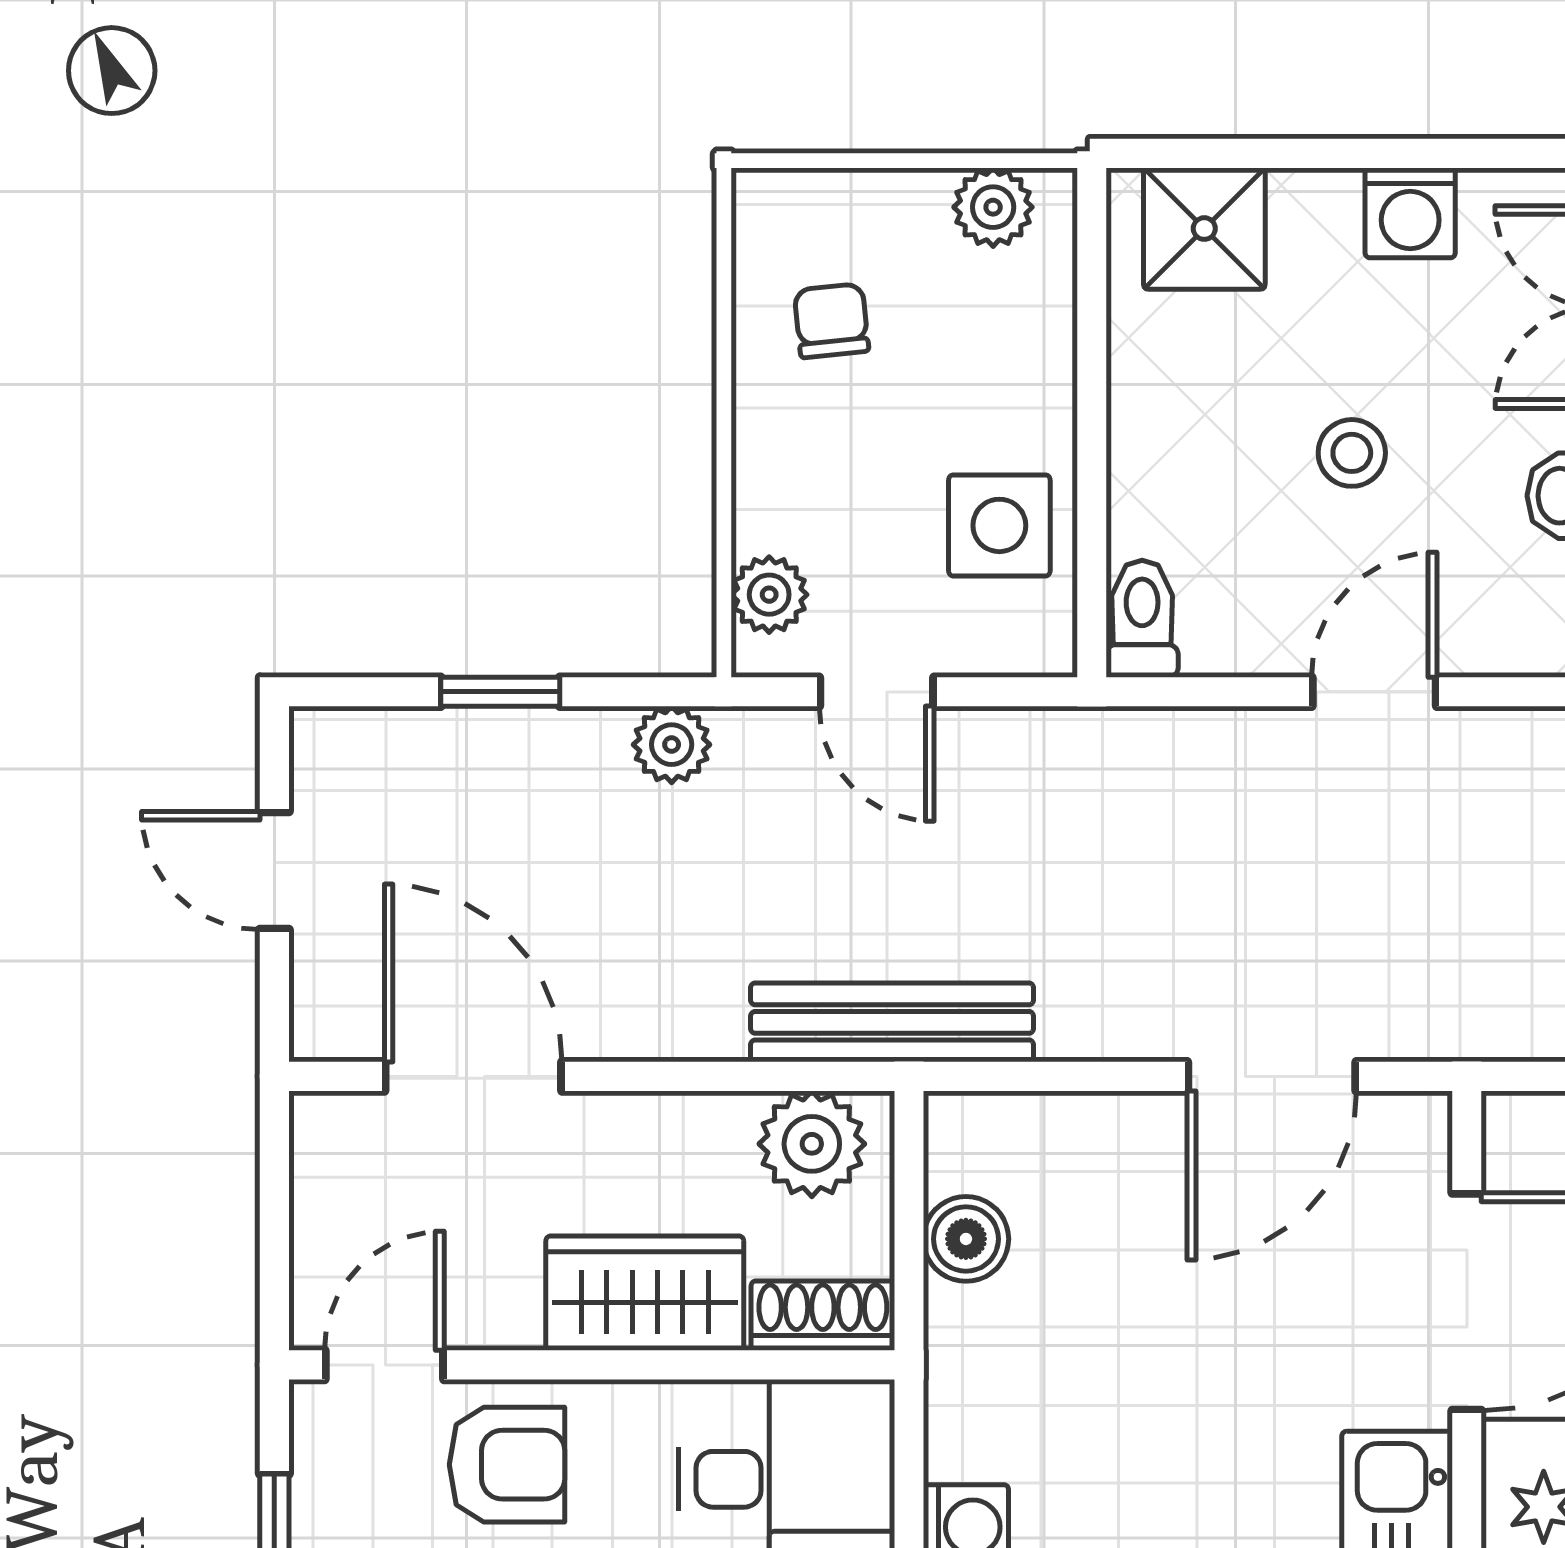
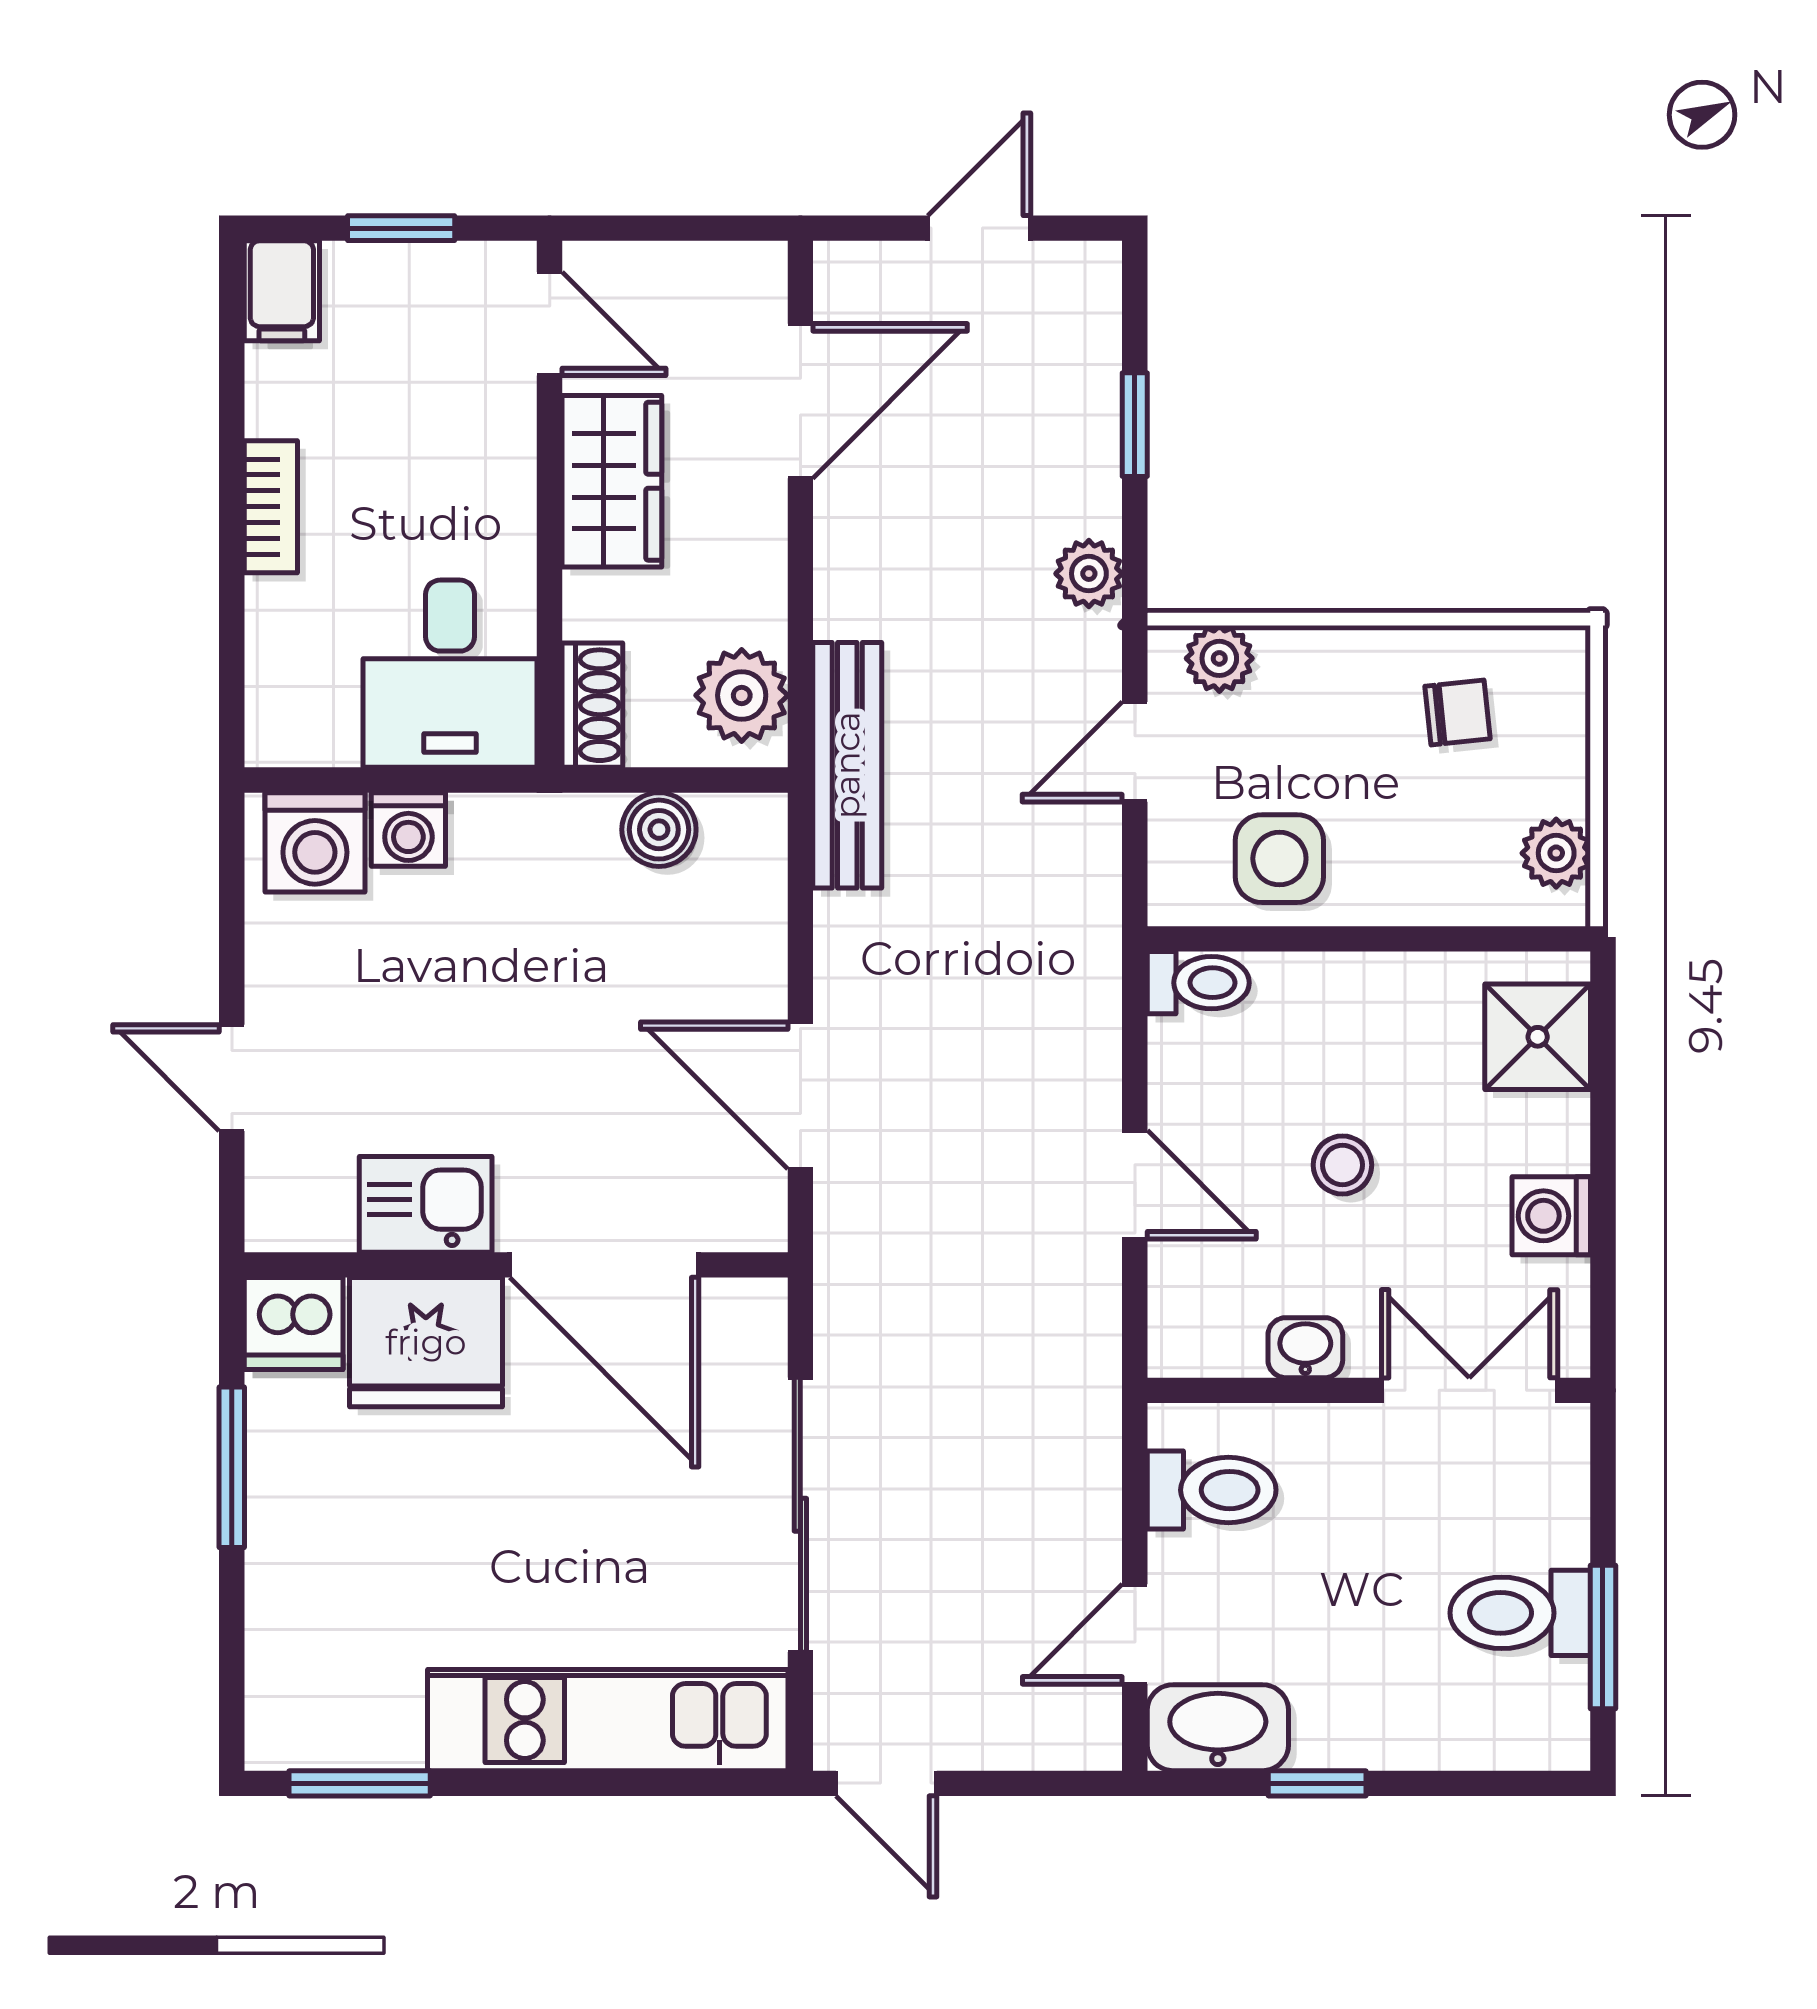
wardrobe: (645, 1293) -> (612, 481), moved
armchair: (507, 1465) -> (463, 430), removed

